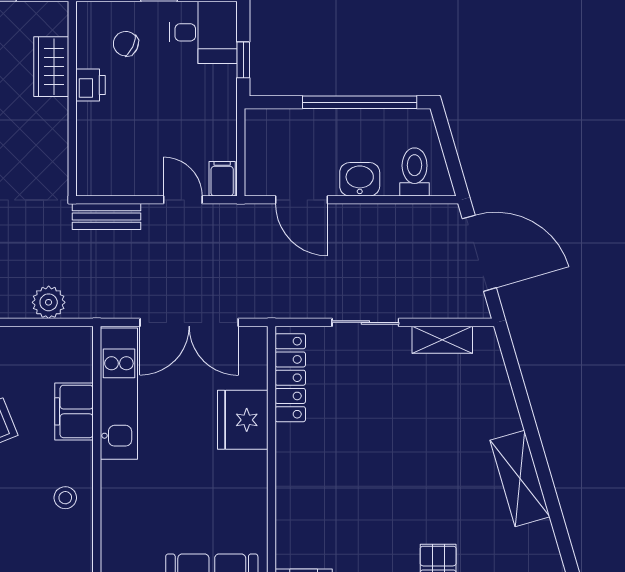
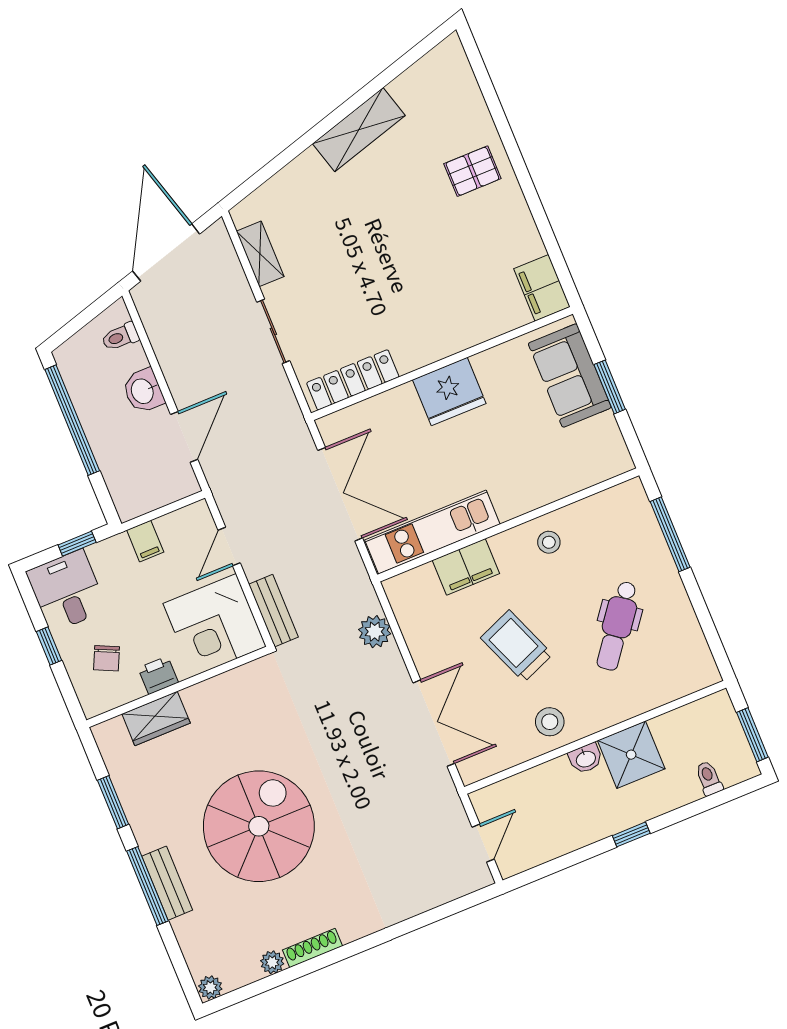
corner desk: (116, 156) -> (215, 625), added
toilet: (415, 172) -> (120, 337), width x0.73, depth x0.72
filing cabinet: (222, 179) -> (145, 541), moved, turned -90
fridge: (243, 420) -> (449, 392), moved

